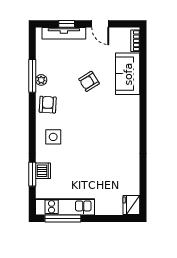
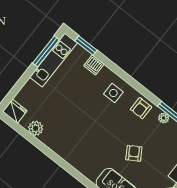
armchair: (48, 105) -> (141, 108), turned 87
window: (32, 174) -> (86, 46), moved
plant: (132, 177) -> (36, 128), added

